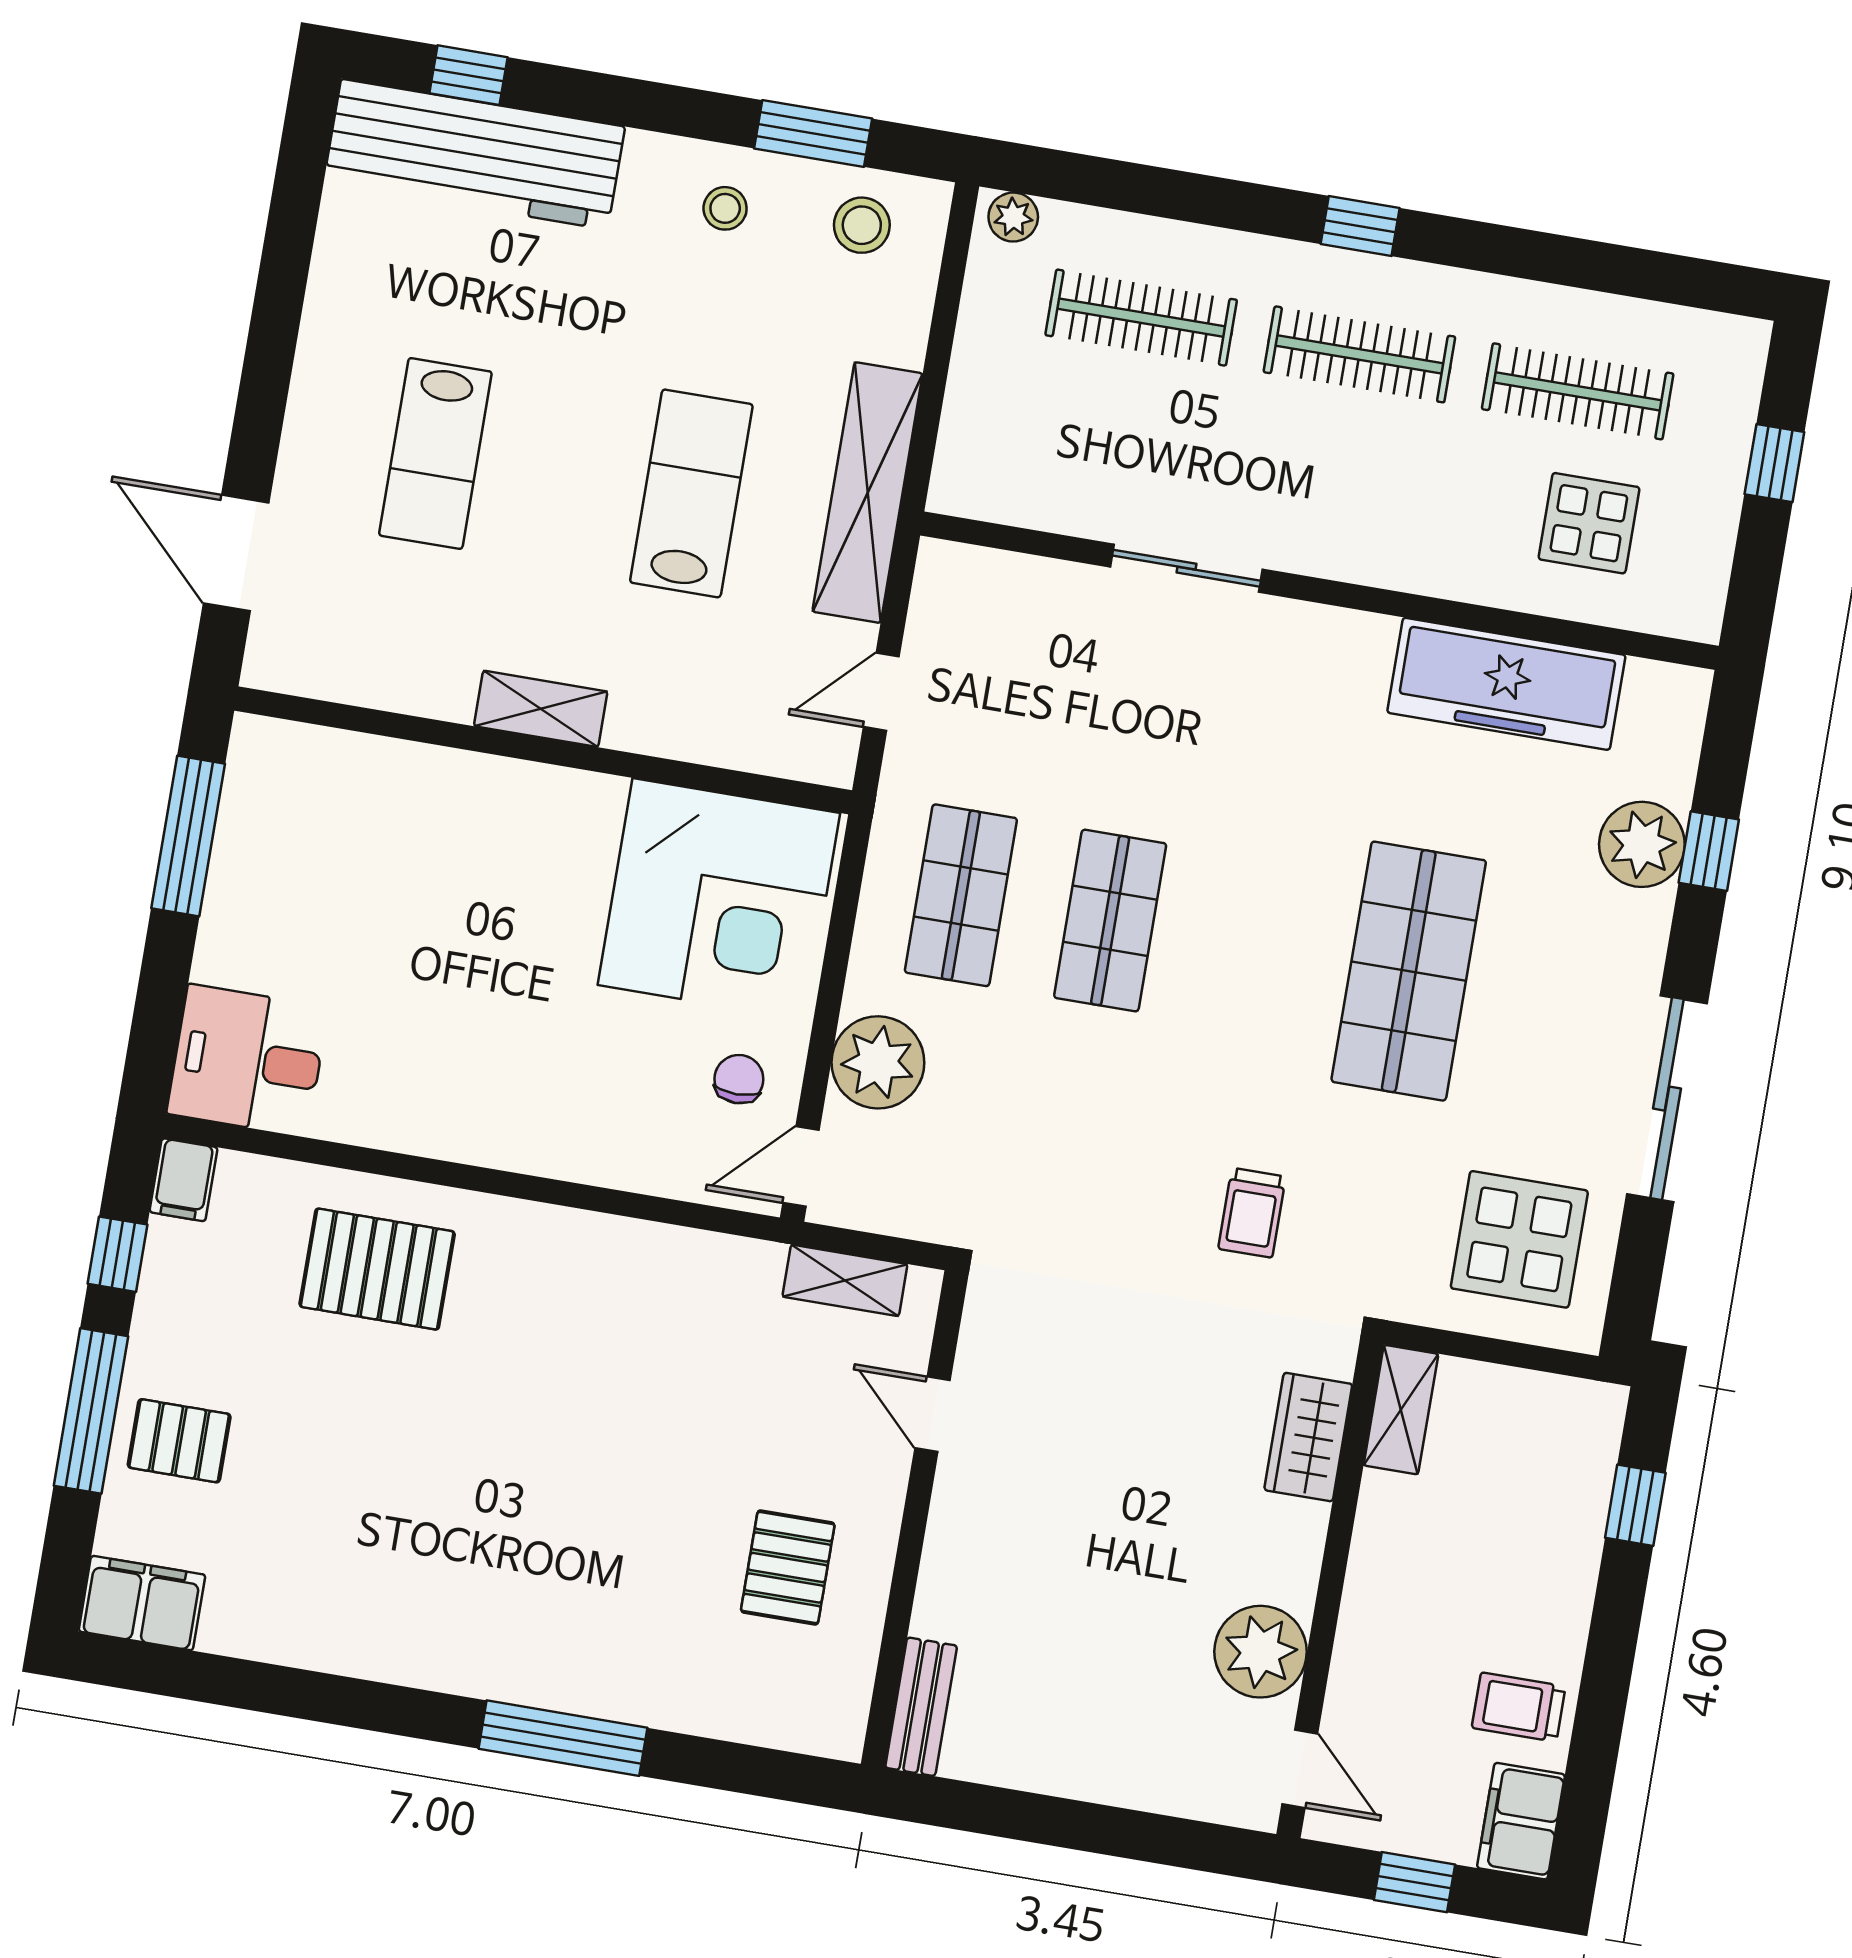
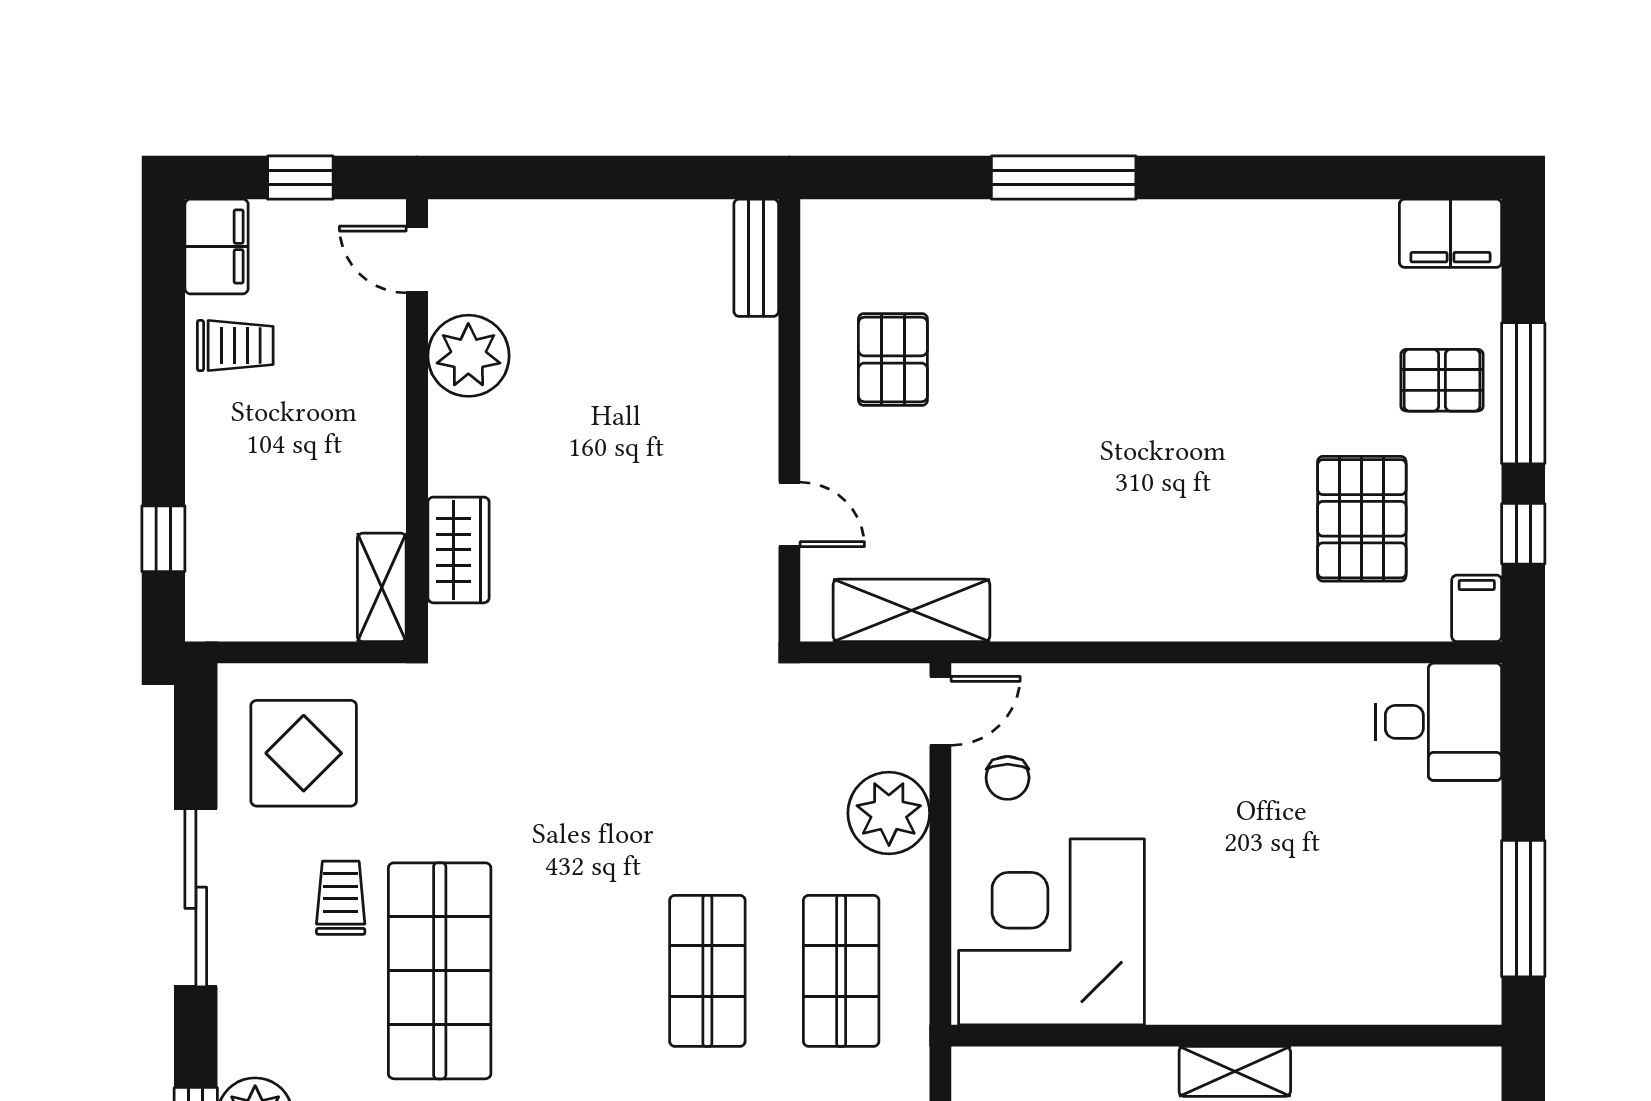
trolley: (1252, 1213) -> (341, 898), moved
pallet: (377, 1269) -> (1362, 519), moved, turned 90
shelving: (845, 1280) -> (911, 610), width x1.50, depth x1.33

